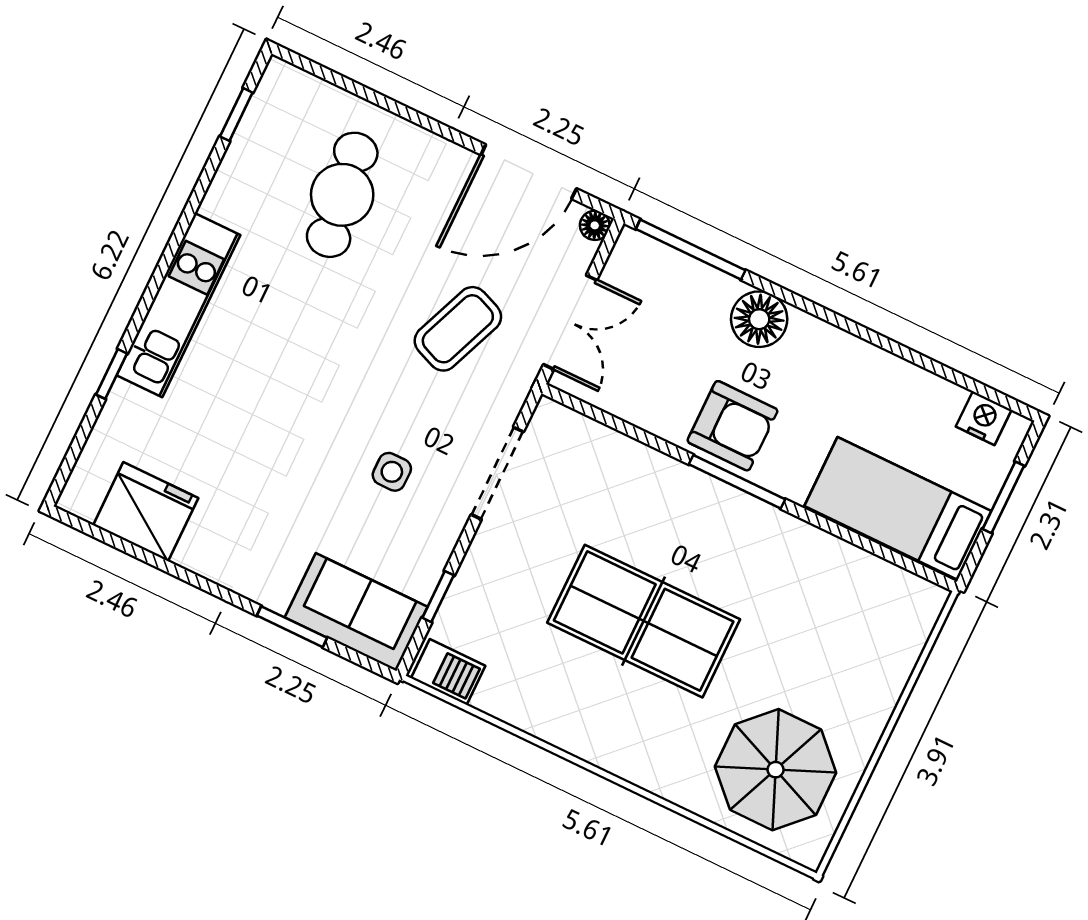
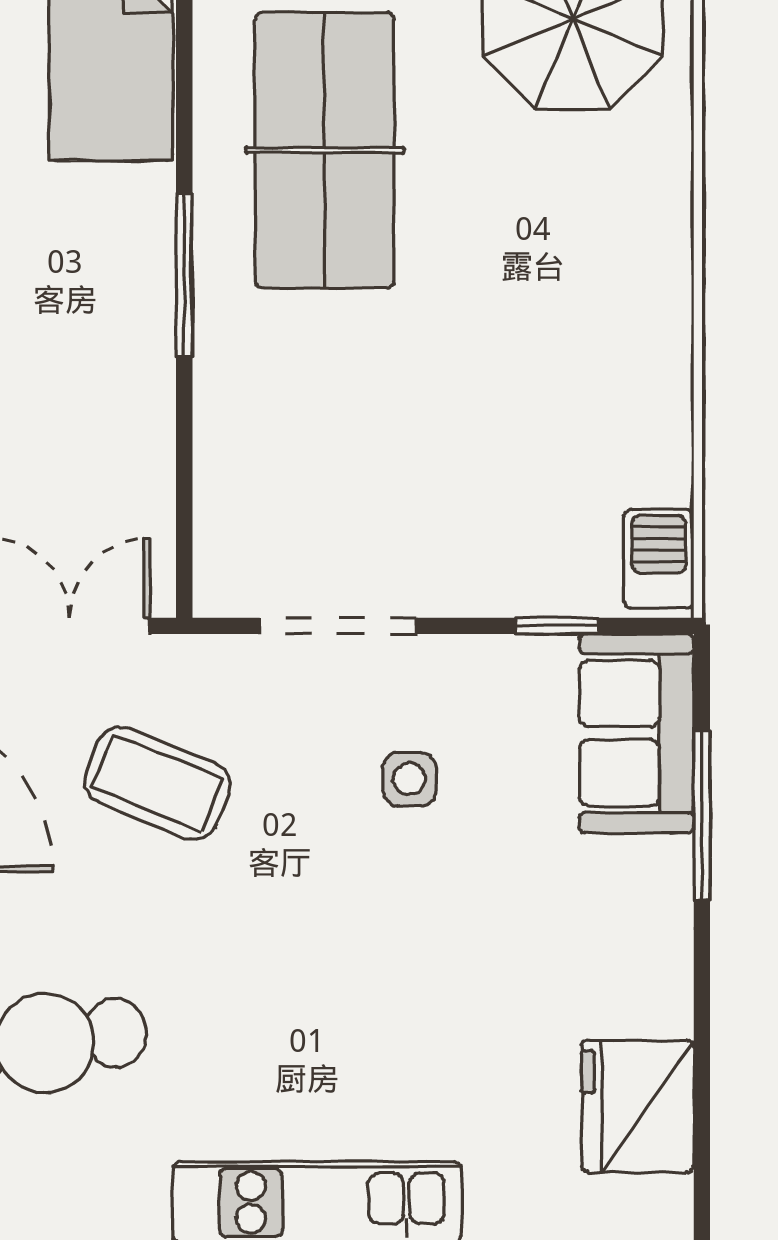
armchair: (732, 426) -> (107, 320), removed
table tennis table: (644, 621) -> (325, 150), moved
window: (292, 627) -> (702, 816), width x1.44

